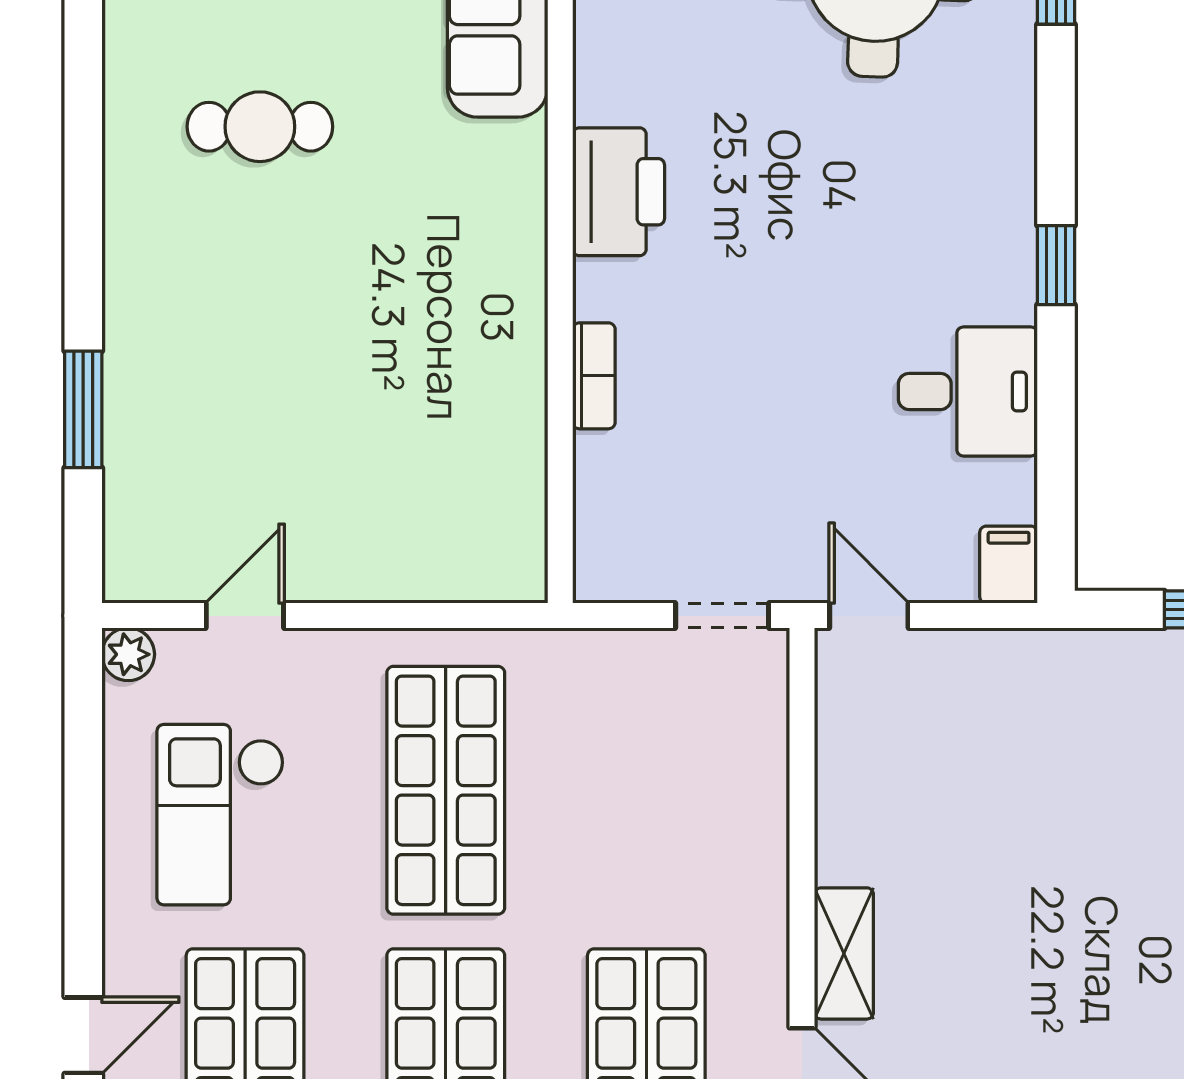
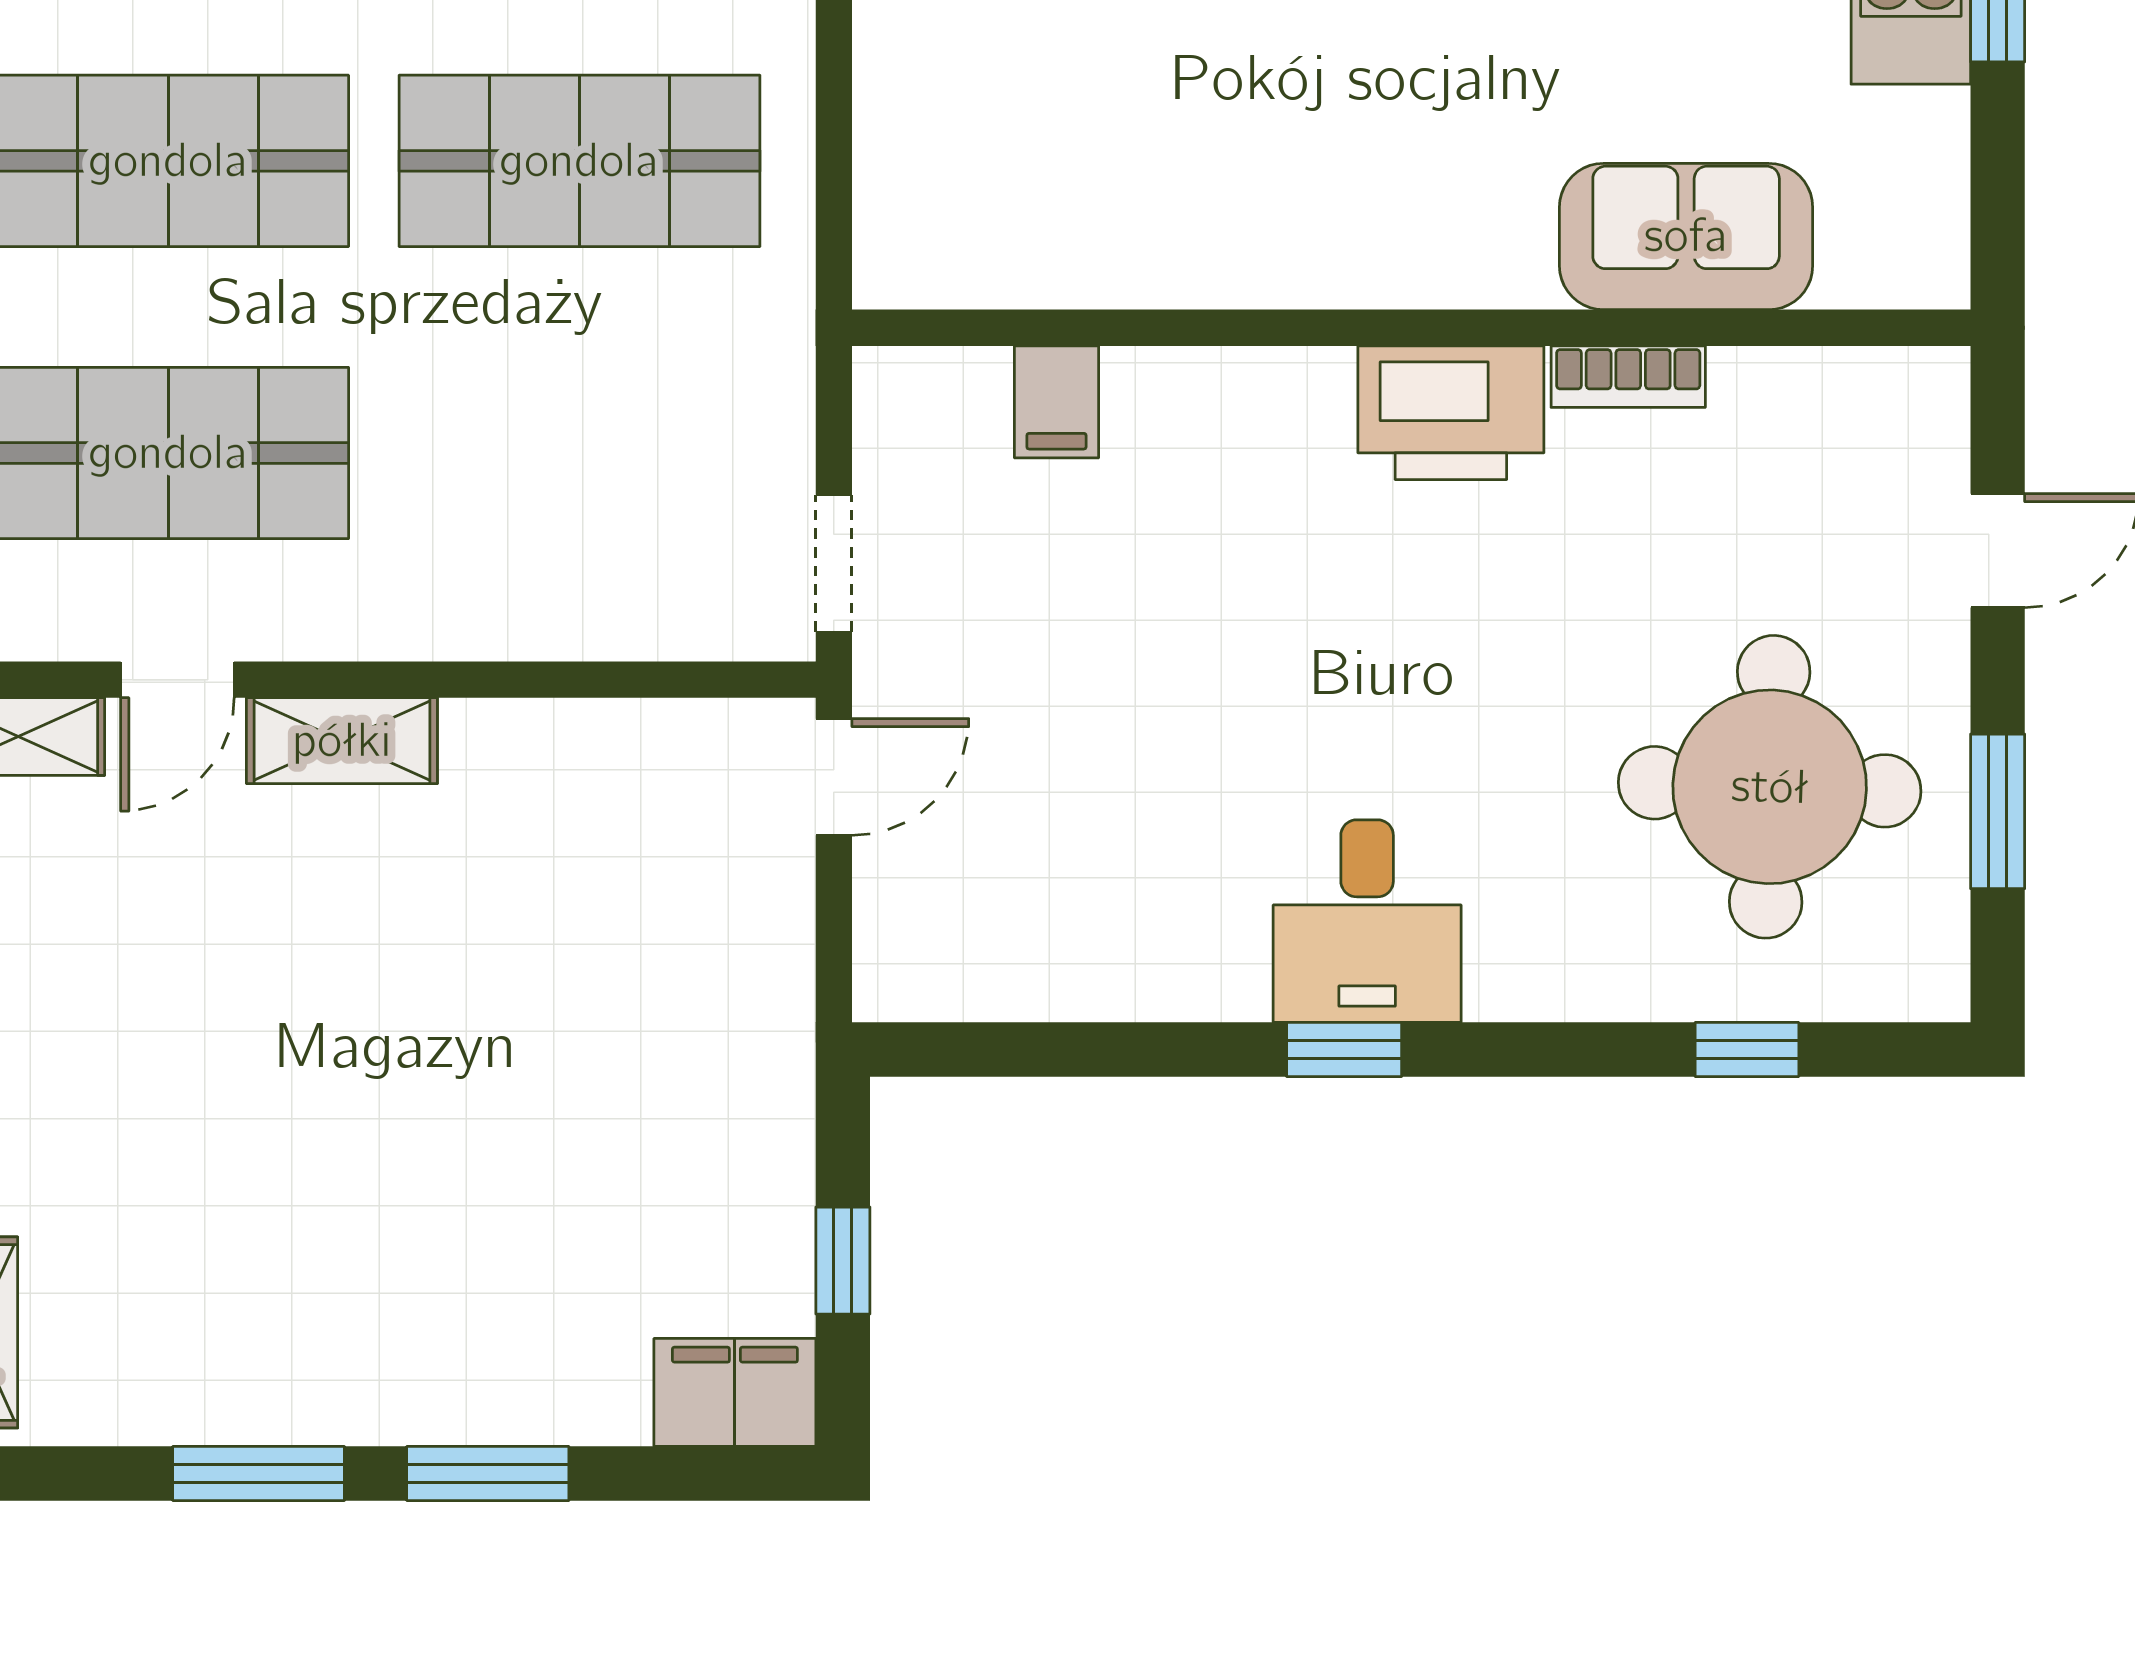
bookcase: (594, 376) -> (1628, 377), moved
desk: (968, 391) -> (1367, 921), moved
filing cabinet: (1009, 565) -> (1056, 402), moved, turned 90

